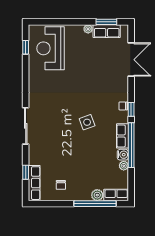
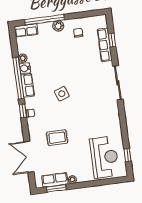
rug: (98, 76) -> (57, 138), added
row of seats: (34, 183) -> (105, 45), moved
plant: (97, 195) -> (58, 26), moved

